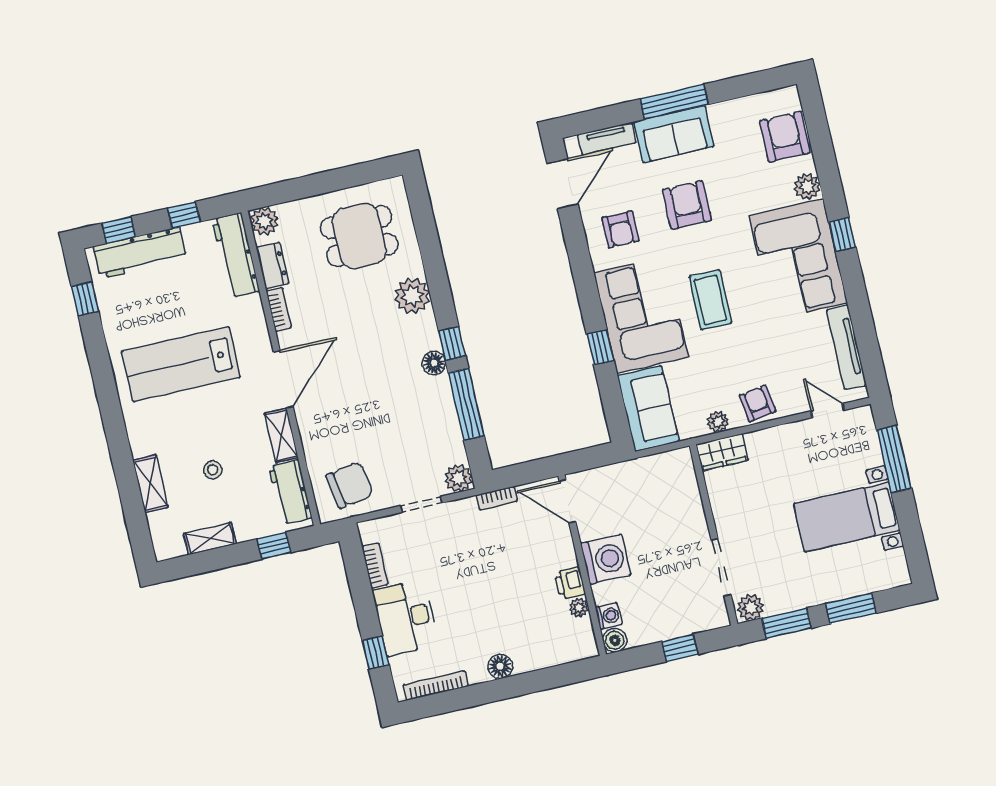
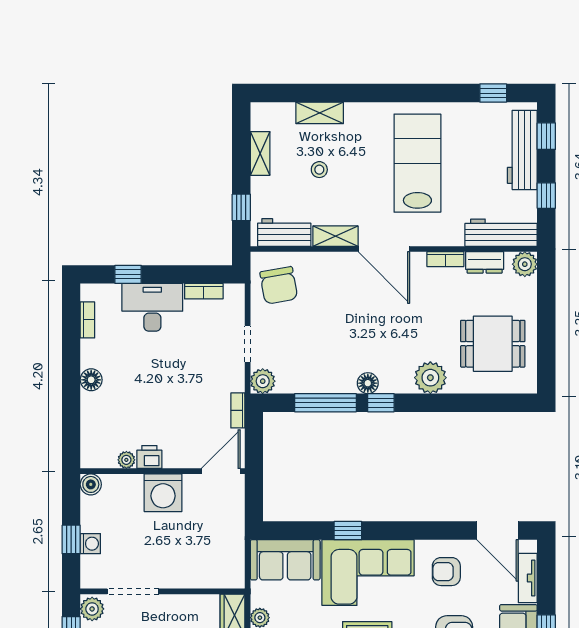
dining table: (359, 236) -> (493, 344), turned 90
washing machine: (609, 616) -> (90, 544), moved, turned -90
bookcase: (436, 685) -> (87, 320), width x0.64

